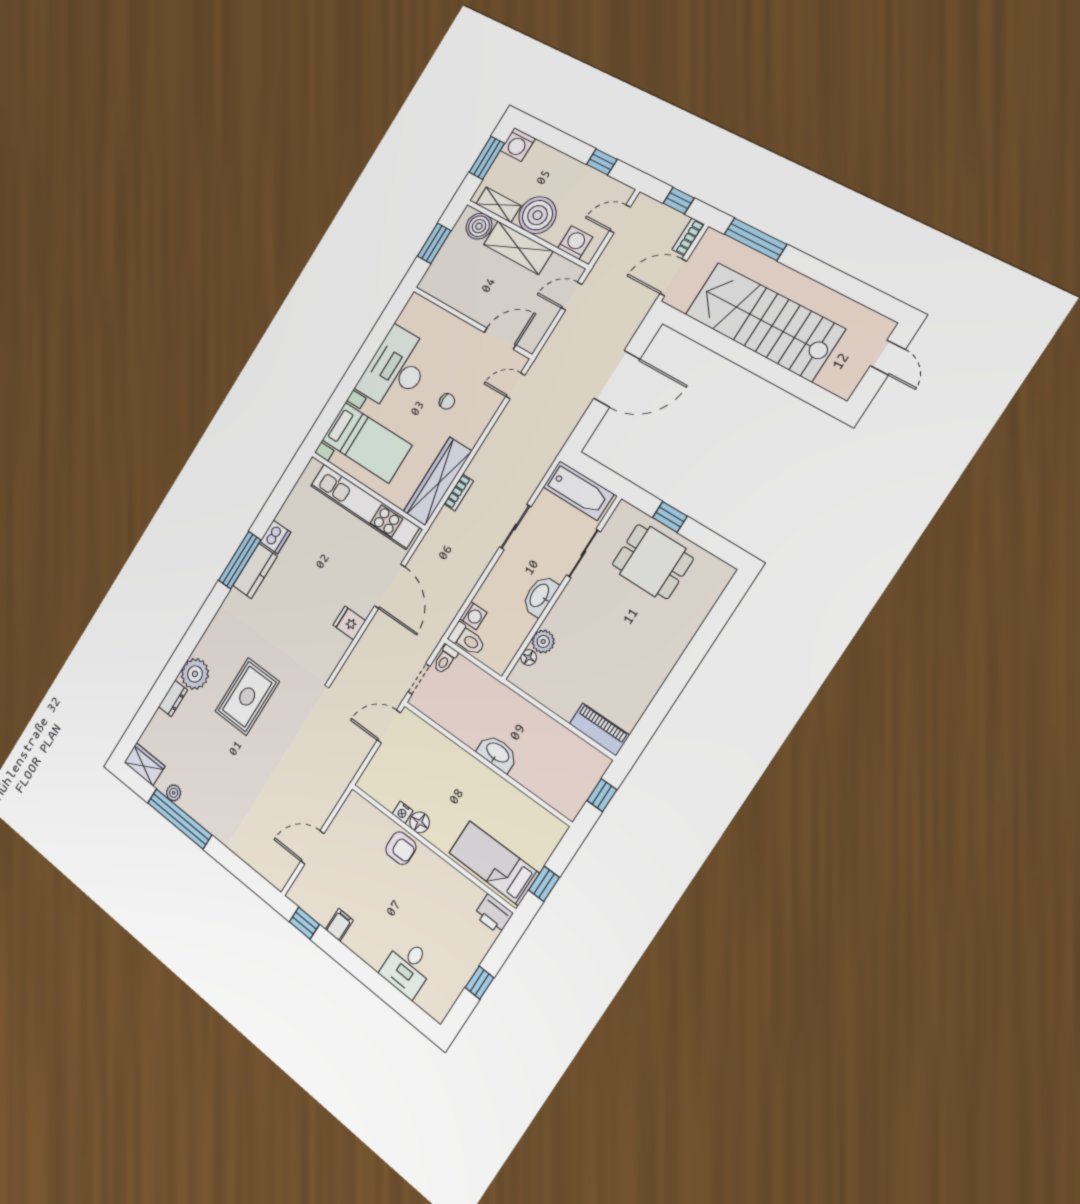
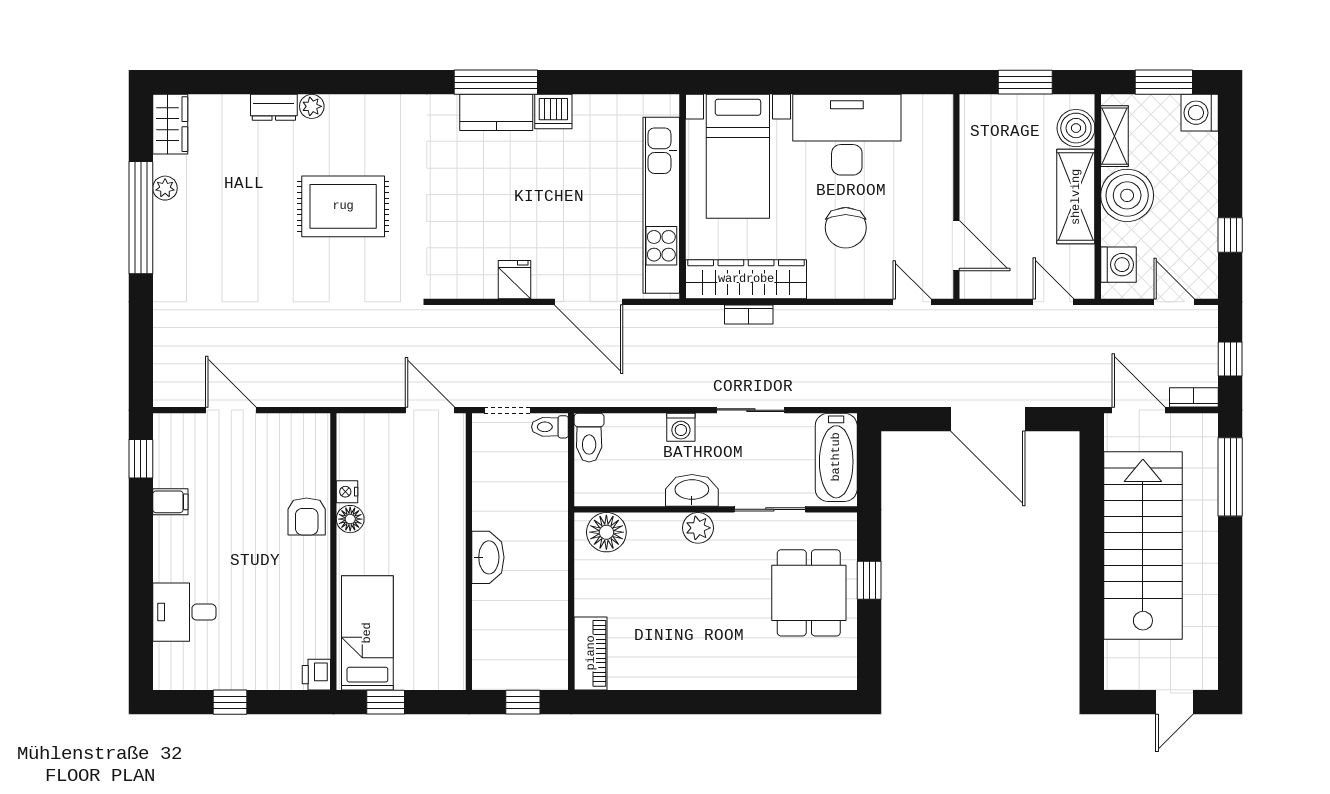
chair: (447, 401) -> (846, 228), width x1.87, depth x1.87
door: (390, 586) -> (589, 302), hinge flipped
washing machine: (473, 616) -> (681, 427), moved
plant: (543, 641) -> (698, 528), moved
floor lamp: (529, 657) -> (606, 532), width x1.89, depth x1.89
plant: (195, 674) -> (312, 106), width x0.53, depth x0.53
printer: (494, 914) -> (316, 675), width x0.73, depth x0.81

